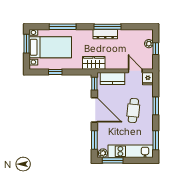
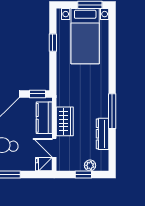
window: (63, 27) -> (112, 52), removed
dresser: (105, 34) -> (102, 134), moved
wardrobe: (94, 63) -> (65, 121), moved
door: (135, 71) -> (54, 148), swing flipped

